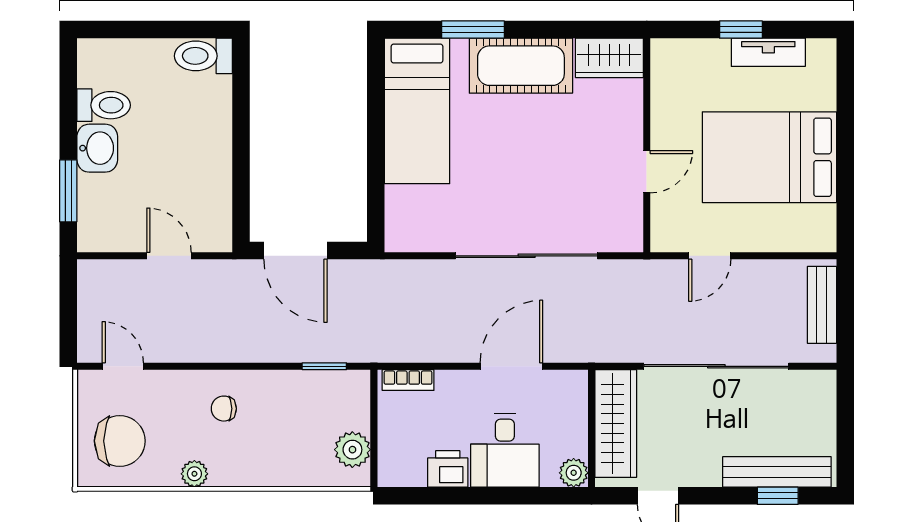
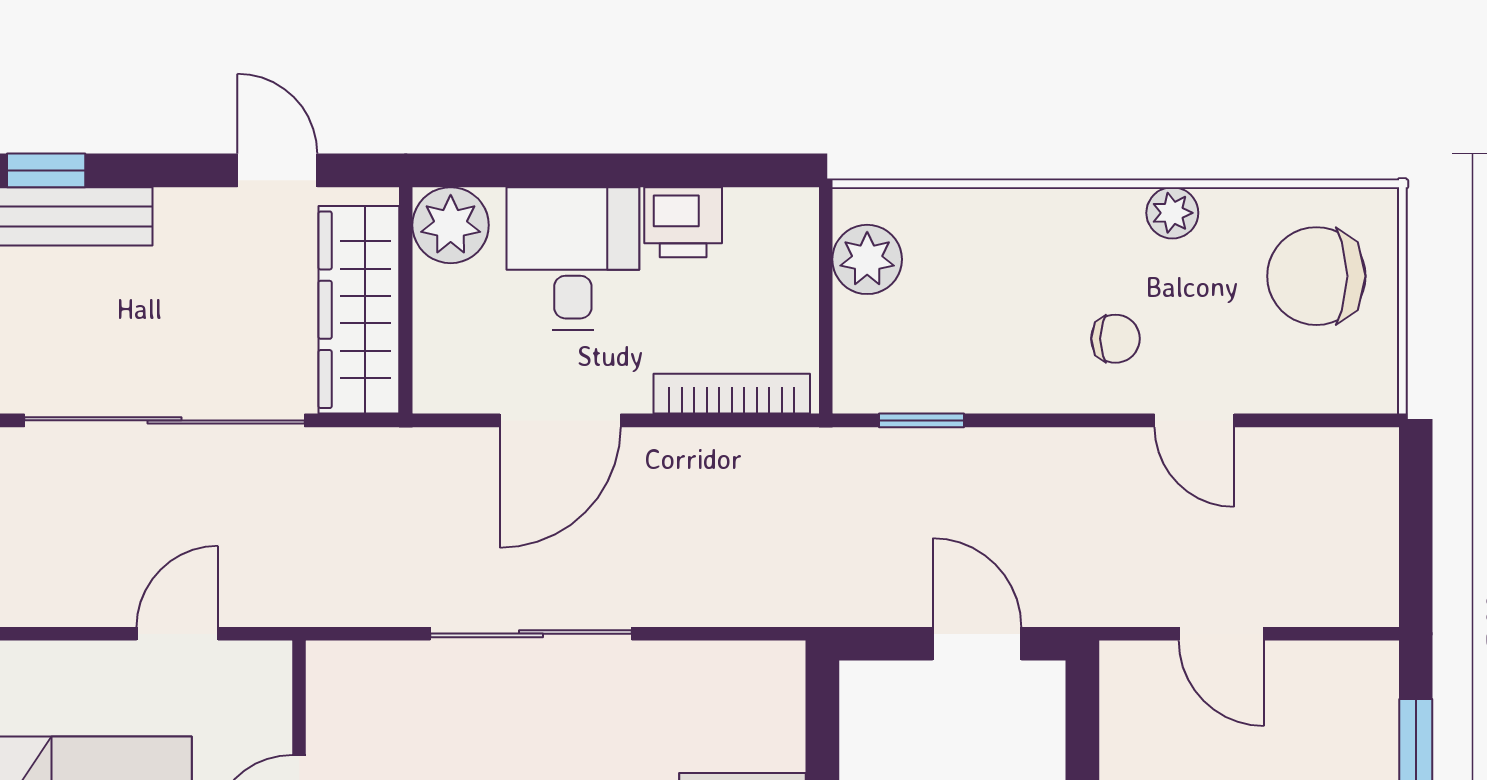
door: (296, 251) -> (977, 644), width x0.73
sliding door: (527, 256) -> (531, 634), width x0.73
door: (123, 366) -> (1194, 420), moved
bookcase: (408, 380) -> (732, 394), width x1.56
plant: (574, 473) -> (451, 225), width x1.38, depth x1.38

